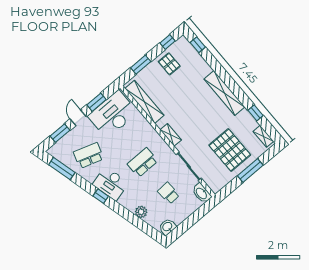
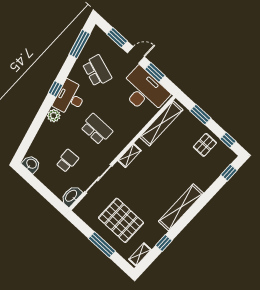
pallet: (230, 150) -> (121, 220), turned 90
plant: (141, 212) -> (54, 116), moved

